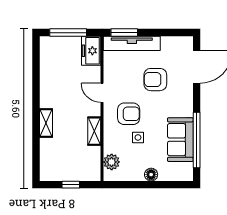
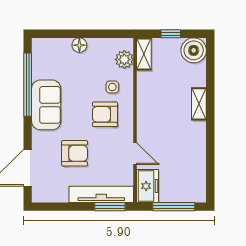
door: (102, 93) -> (135, 154), moved
shelving: (94, 131) -> (144, 54), moved
side table: (138, 137) -> (112, 87), moved
sofa: (180, 140) -> (46, 105), moved
boiler: (51, 170) -> (194, 50), added

